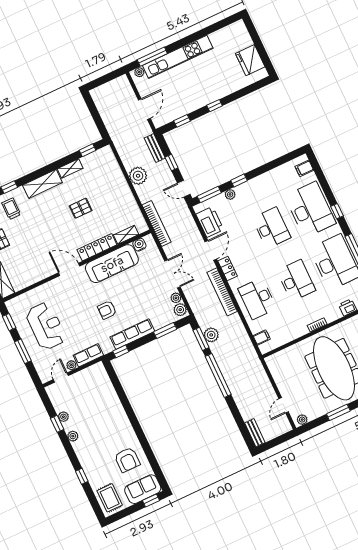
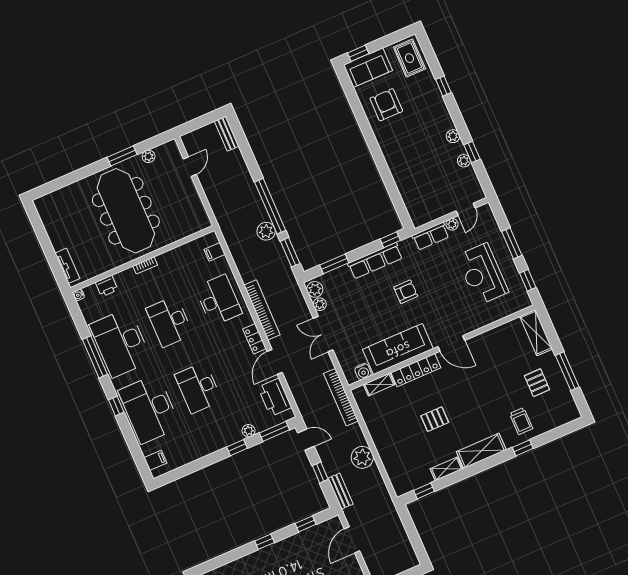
plant: (211, 335) -> (266, 231), moved
plant: (302, 420) -> (149, 156), moved

